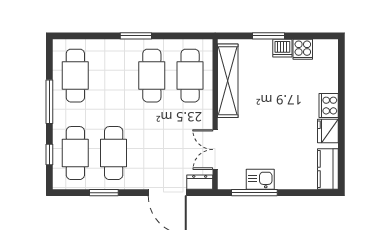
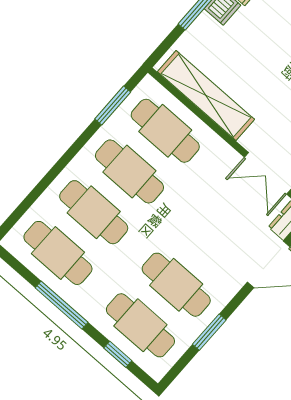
window: (136, 36) -> (113, 106), moved
cafe table: (114, 76) -> (94, 212), added

